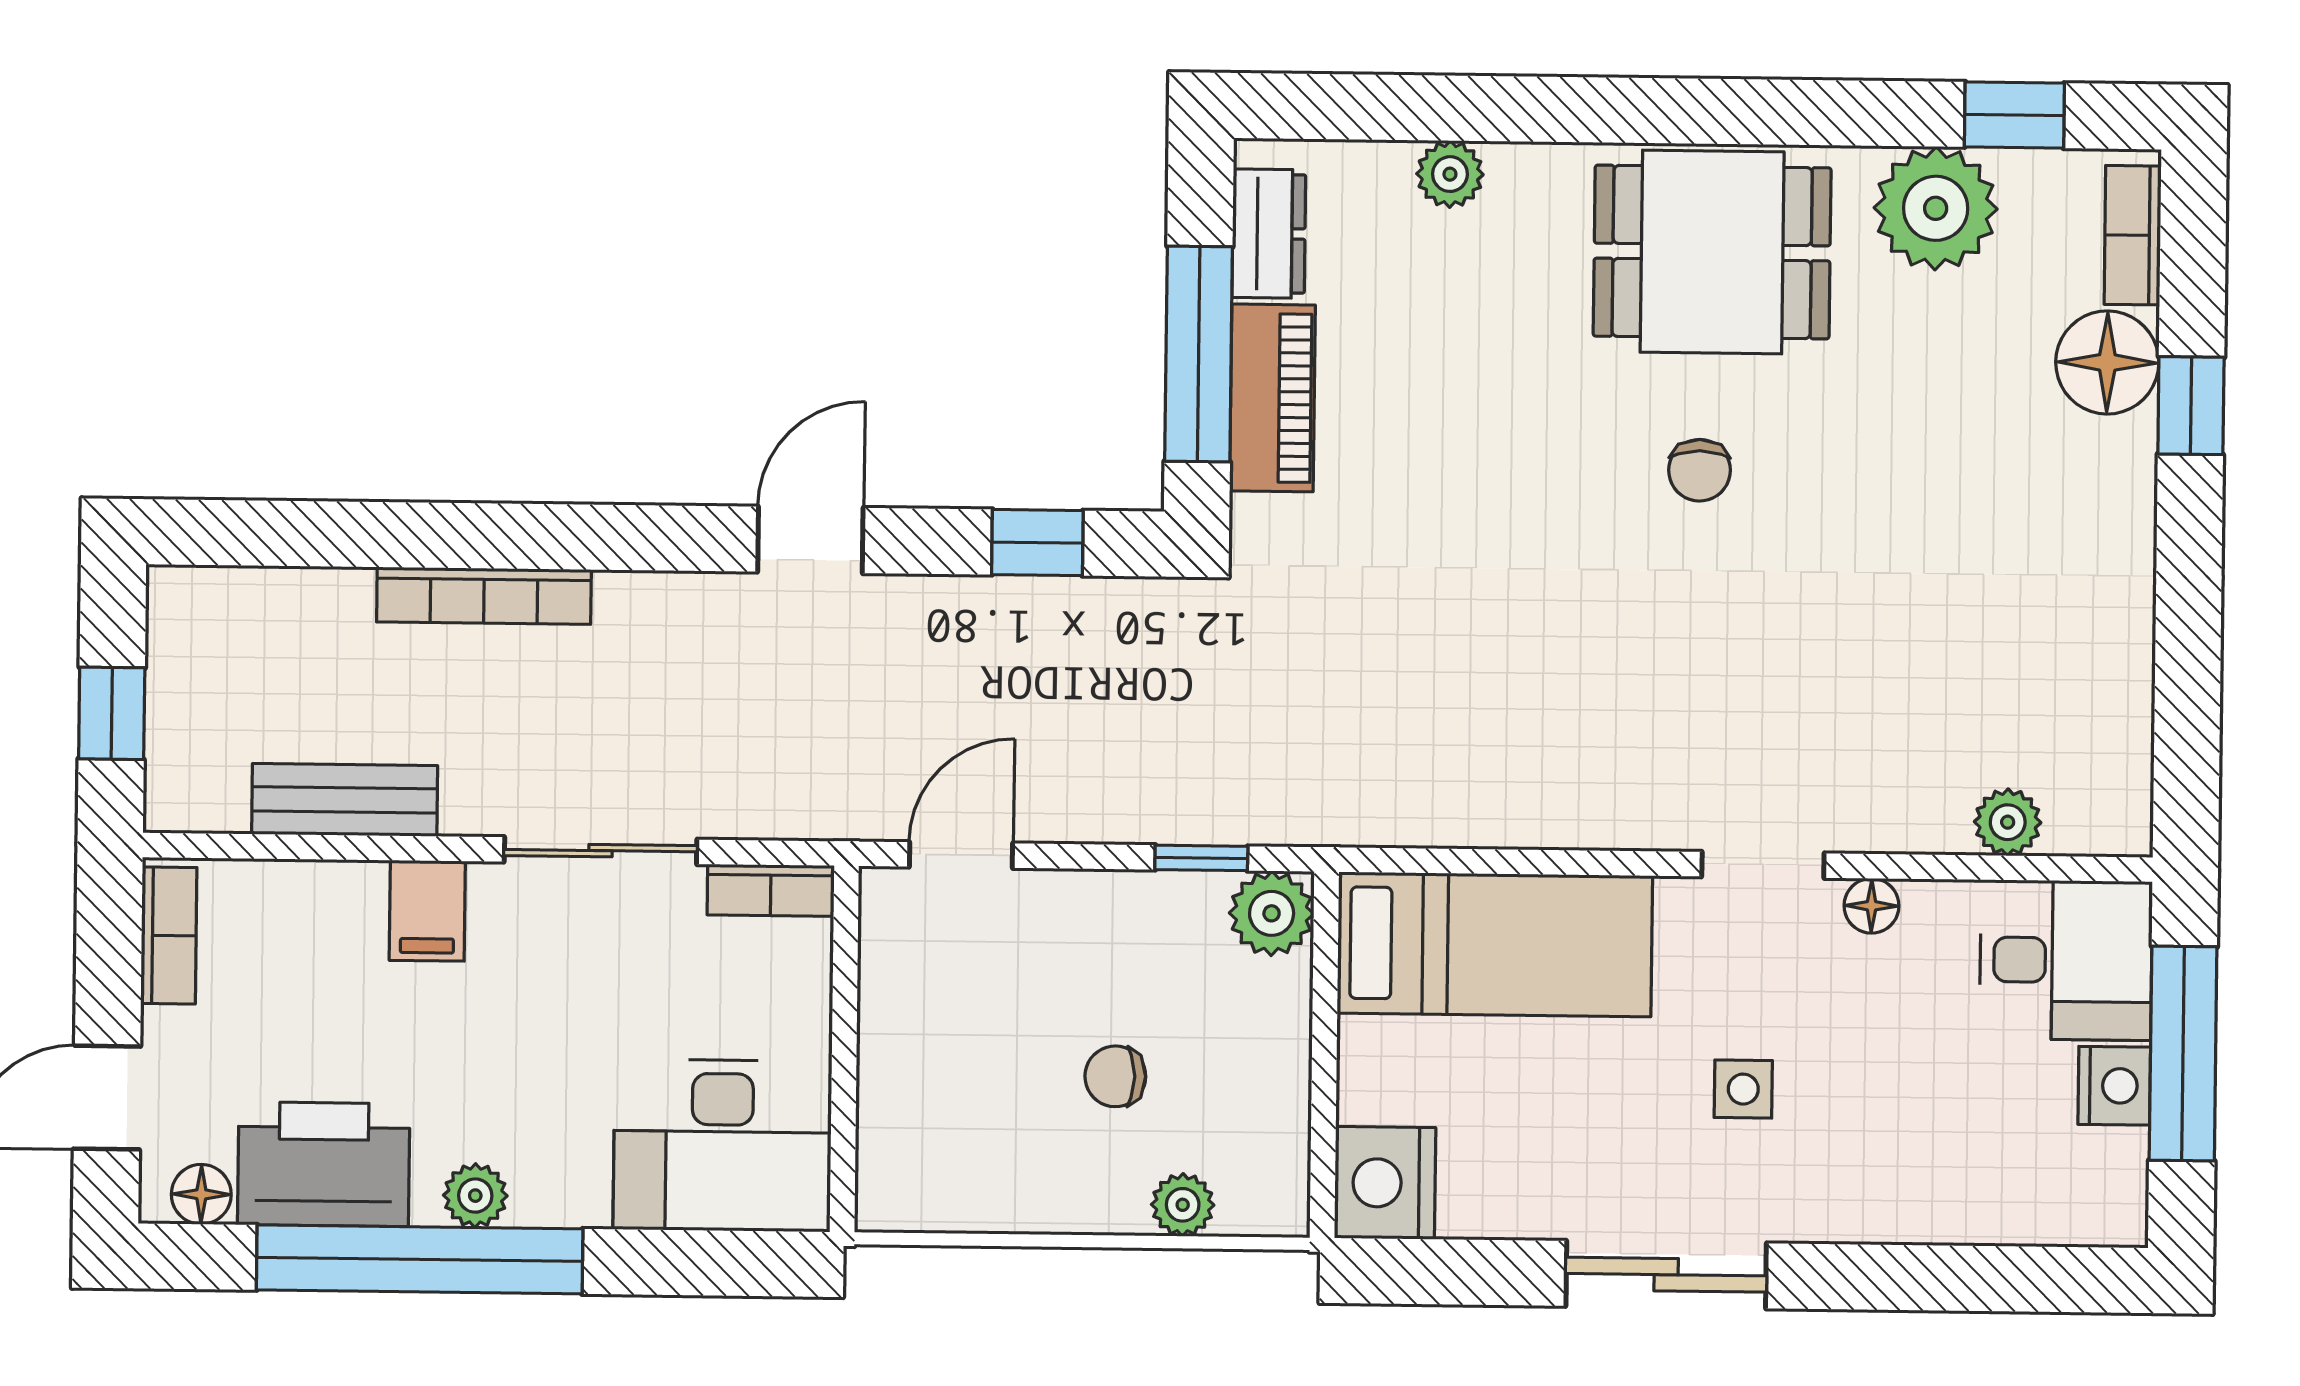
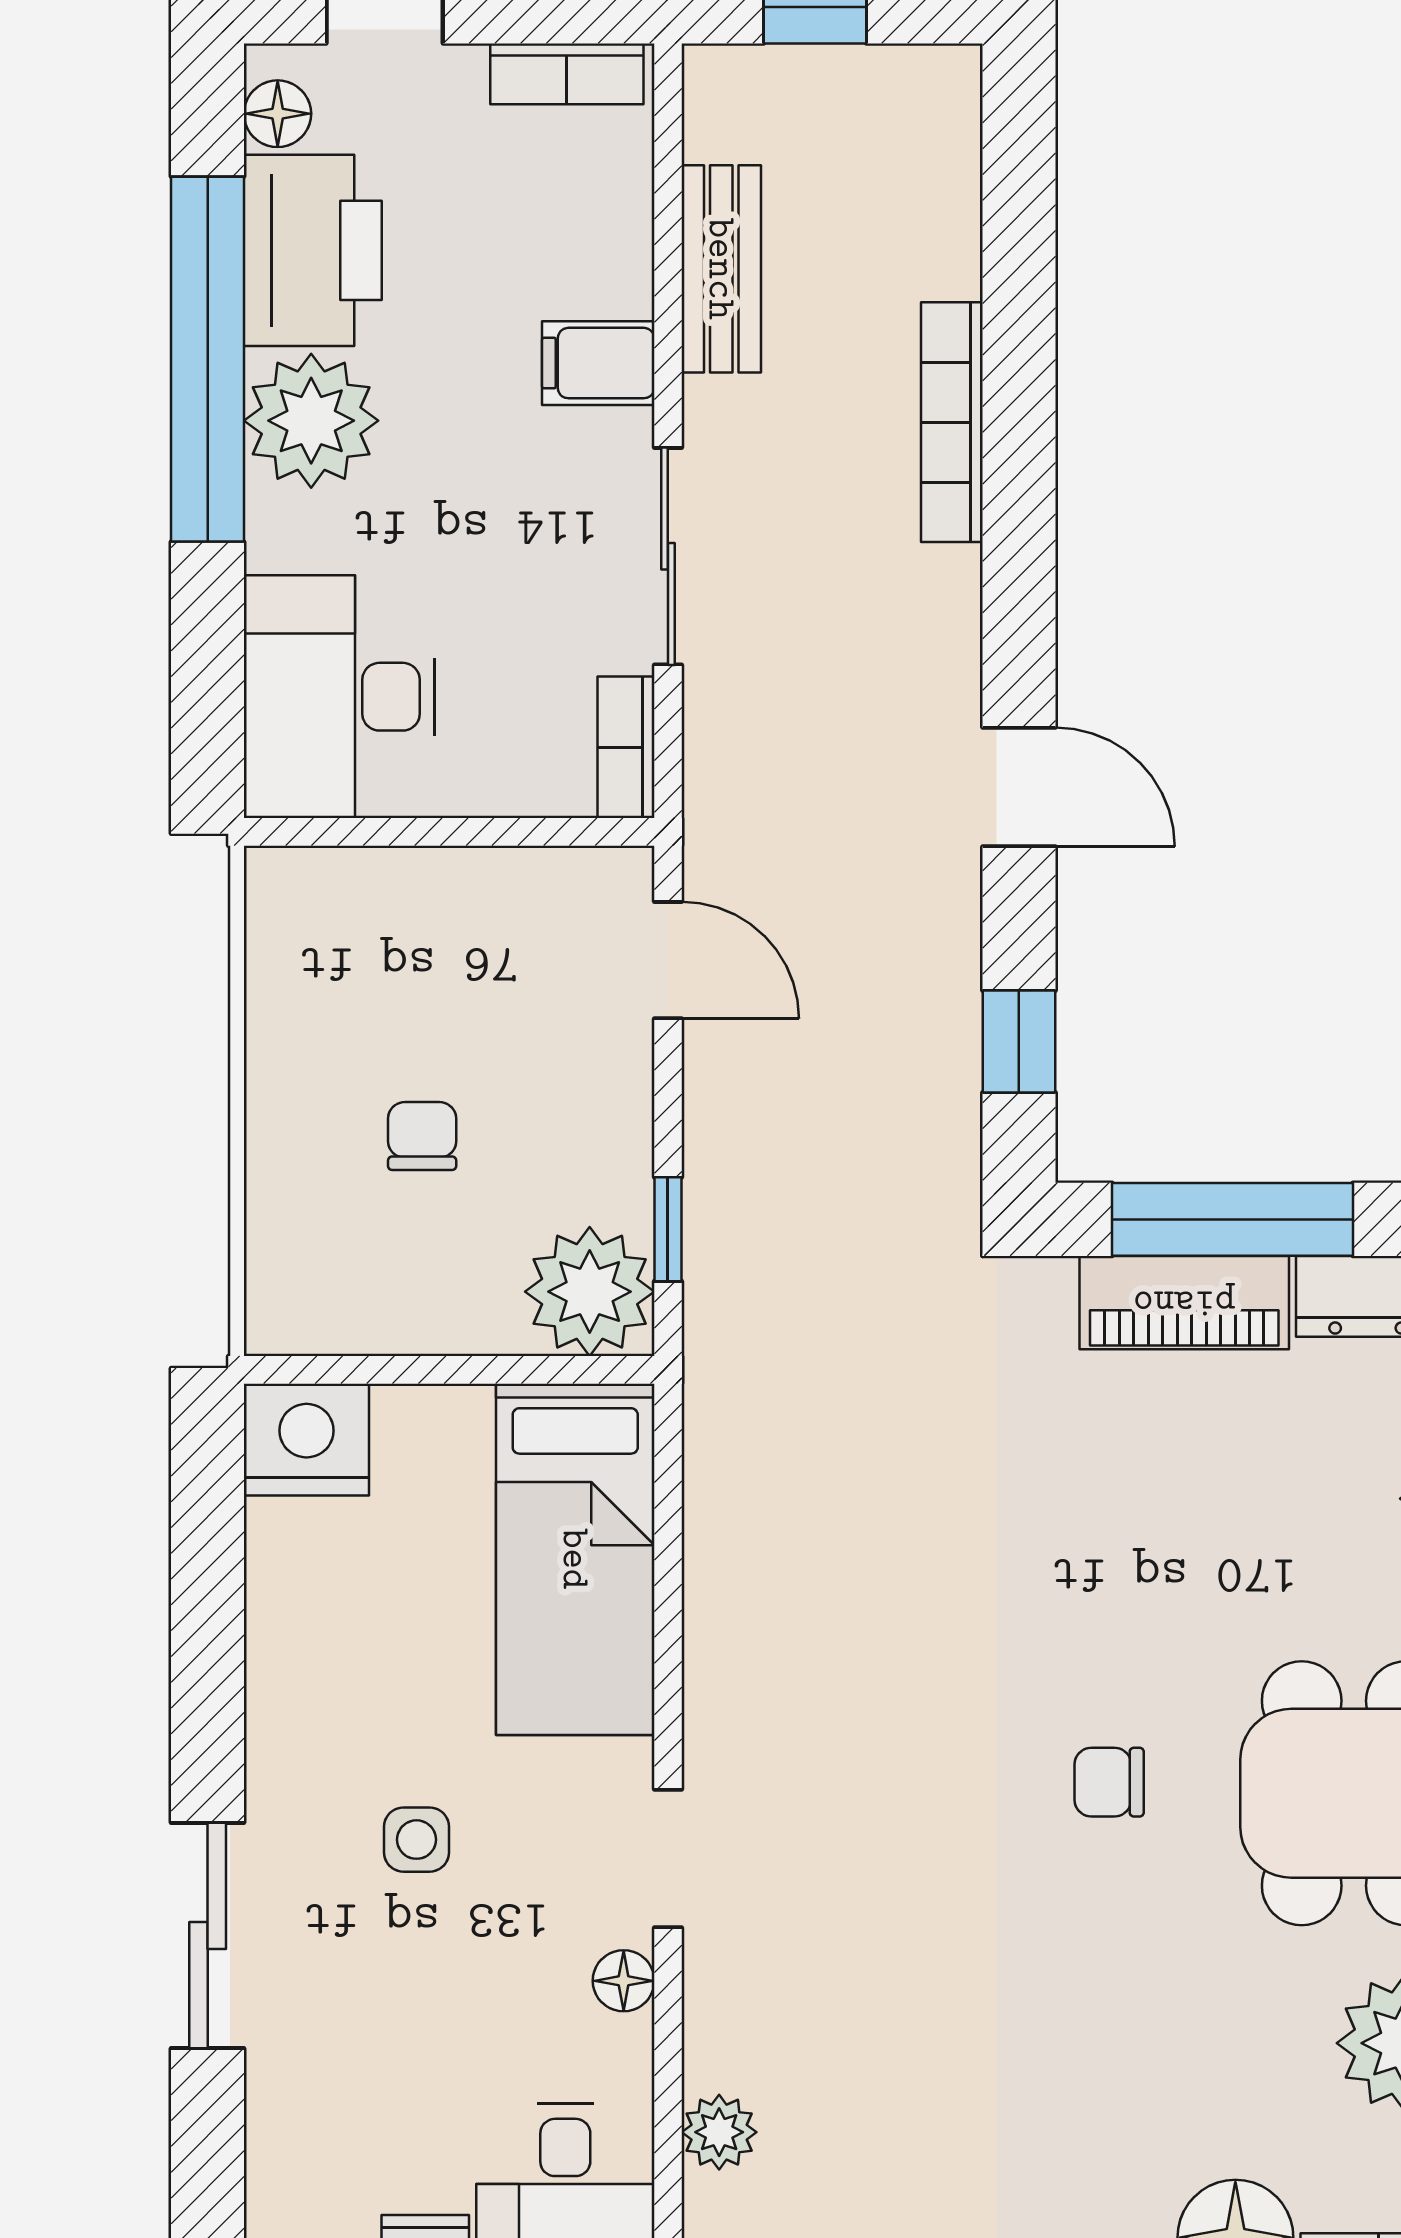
plant: (1272, 913) -> (590, 1292), width x1.36, depth x1.36
plant: (475, 1196) -> (311, 421), width x1.87, depth x1.87
plant: (1183, 1205) -> (279, 1213), removed
sliding door: (1666, 1275) -> (208, 1935), moved

